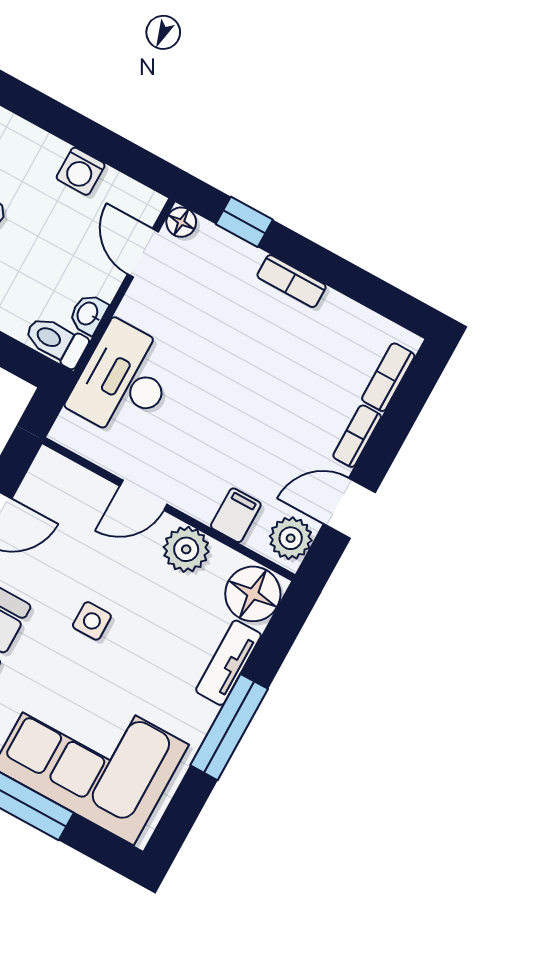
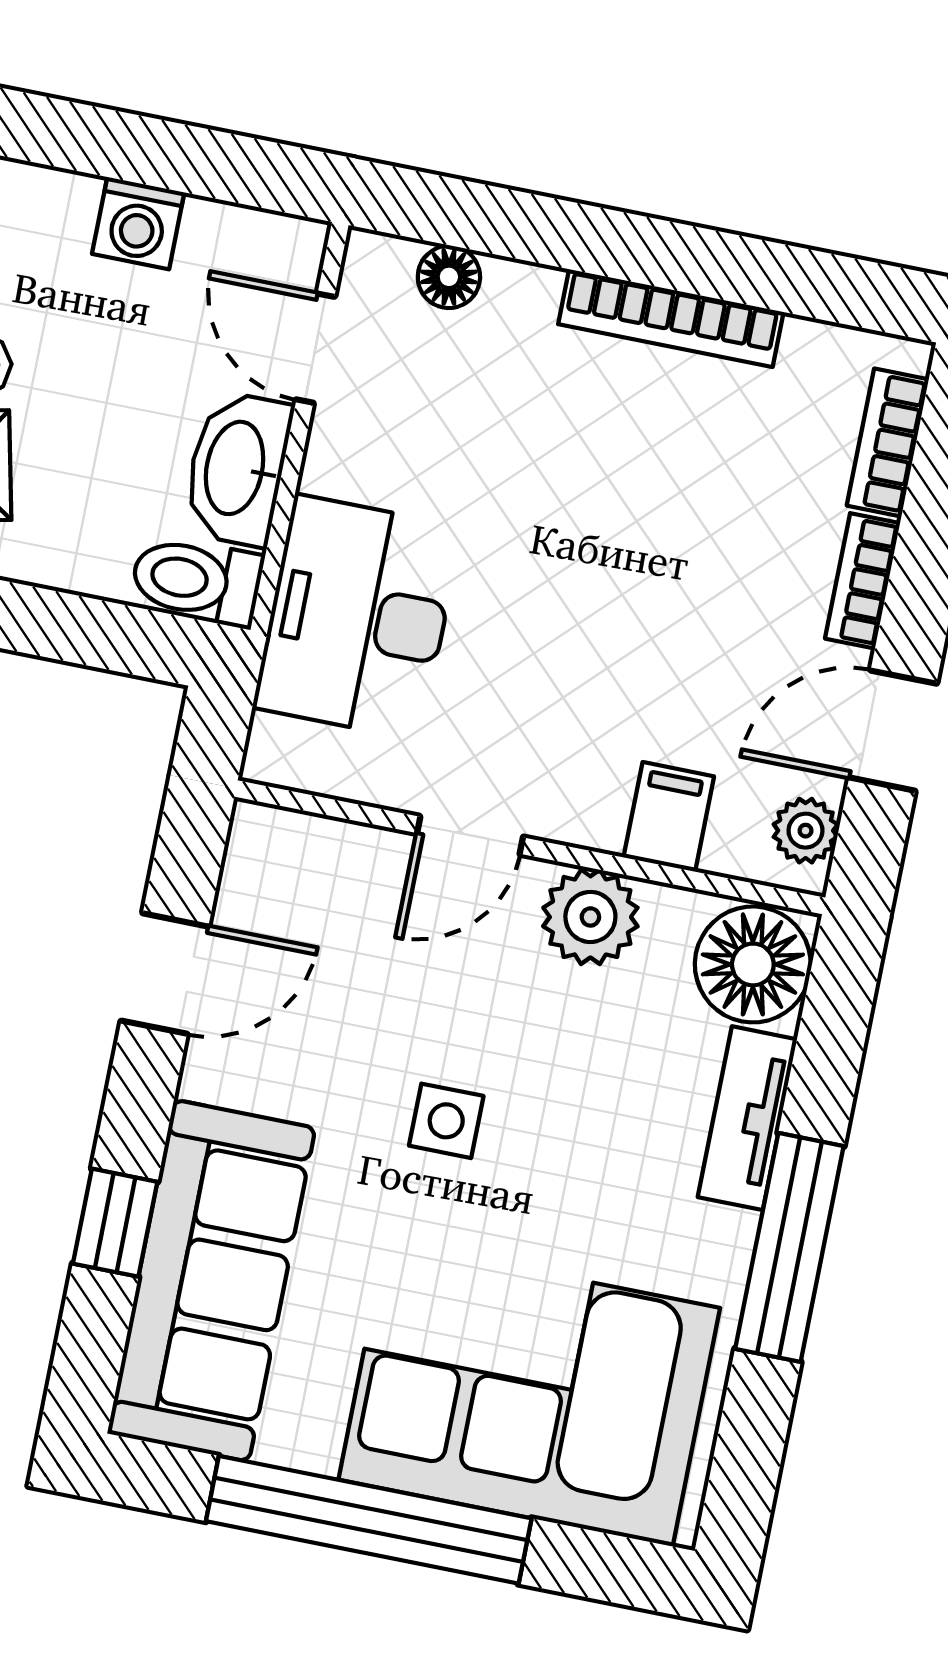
floor lamp: (181, 222) -> (449, 277), moved
window: (244, 222) -> (499, 221), removed
bookcase: (292, 281) -> (671, 318), width x1.56
washbasin: (88, 314) -> (237, 469), width x1.91, depth x1.45
plant: (291, 538) -> (806, 831), width x0.73, depth x0.73

